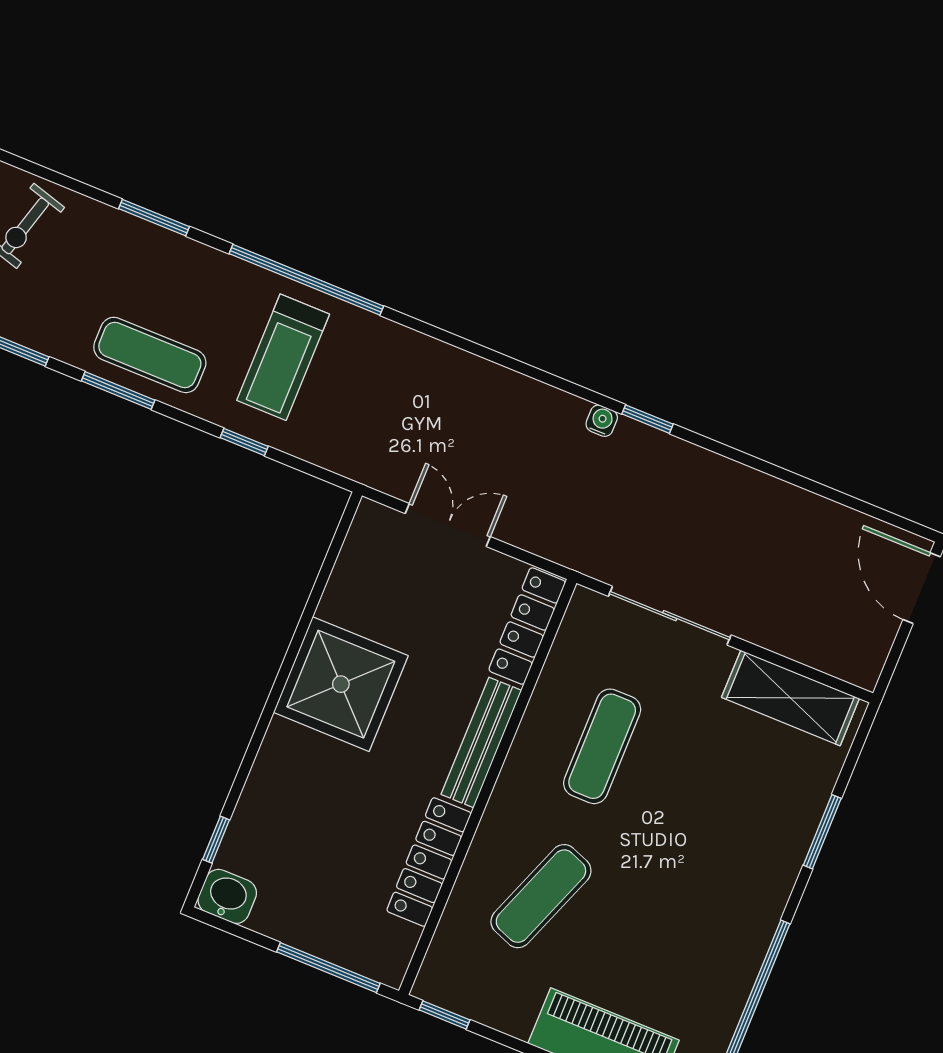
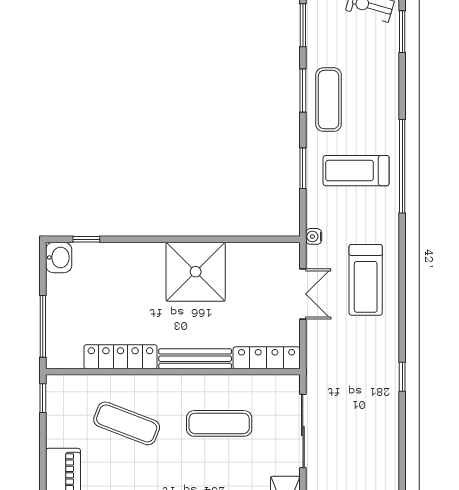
window: (154, 218) -> (402, 32), moved
treadmill: (466, 414) -> (366, 280), added
water cooler: (602, 421) -> (314, 236), moved, turned 180
window: (244, 442) -> (303, 168), width x1.50

